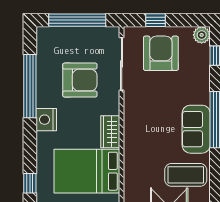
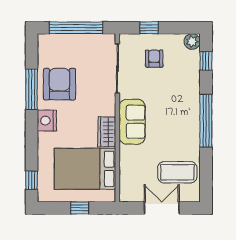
armchair: (161, 53) -> (154, 59), width x0.53, depth x0.53
armchair: (80, 80) -> (59, 84), moved, turned -90
window: (30, 86) -> (32, 89), width x0.68
sofa: (196, 129) -> (132, 122), moved, turned 180

